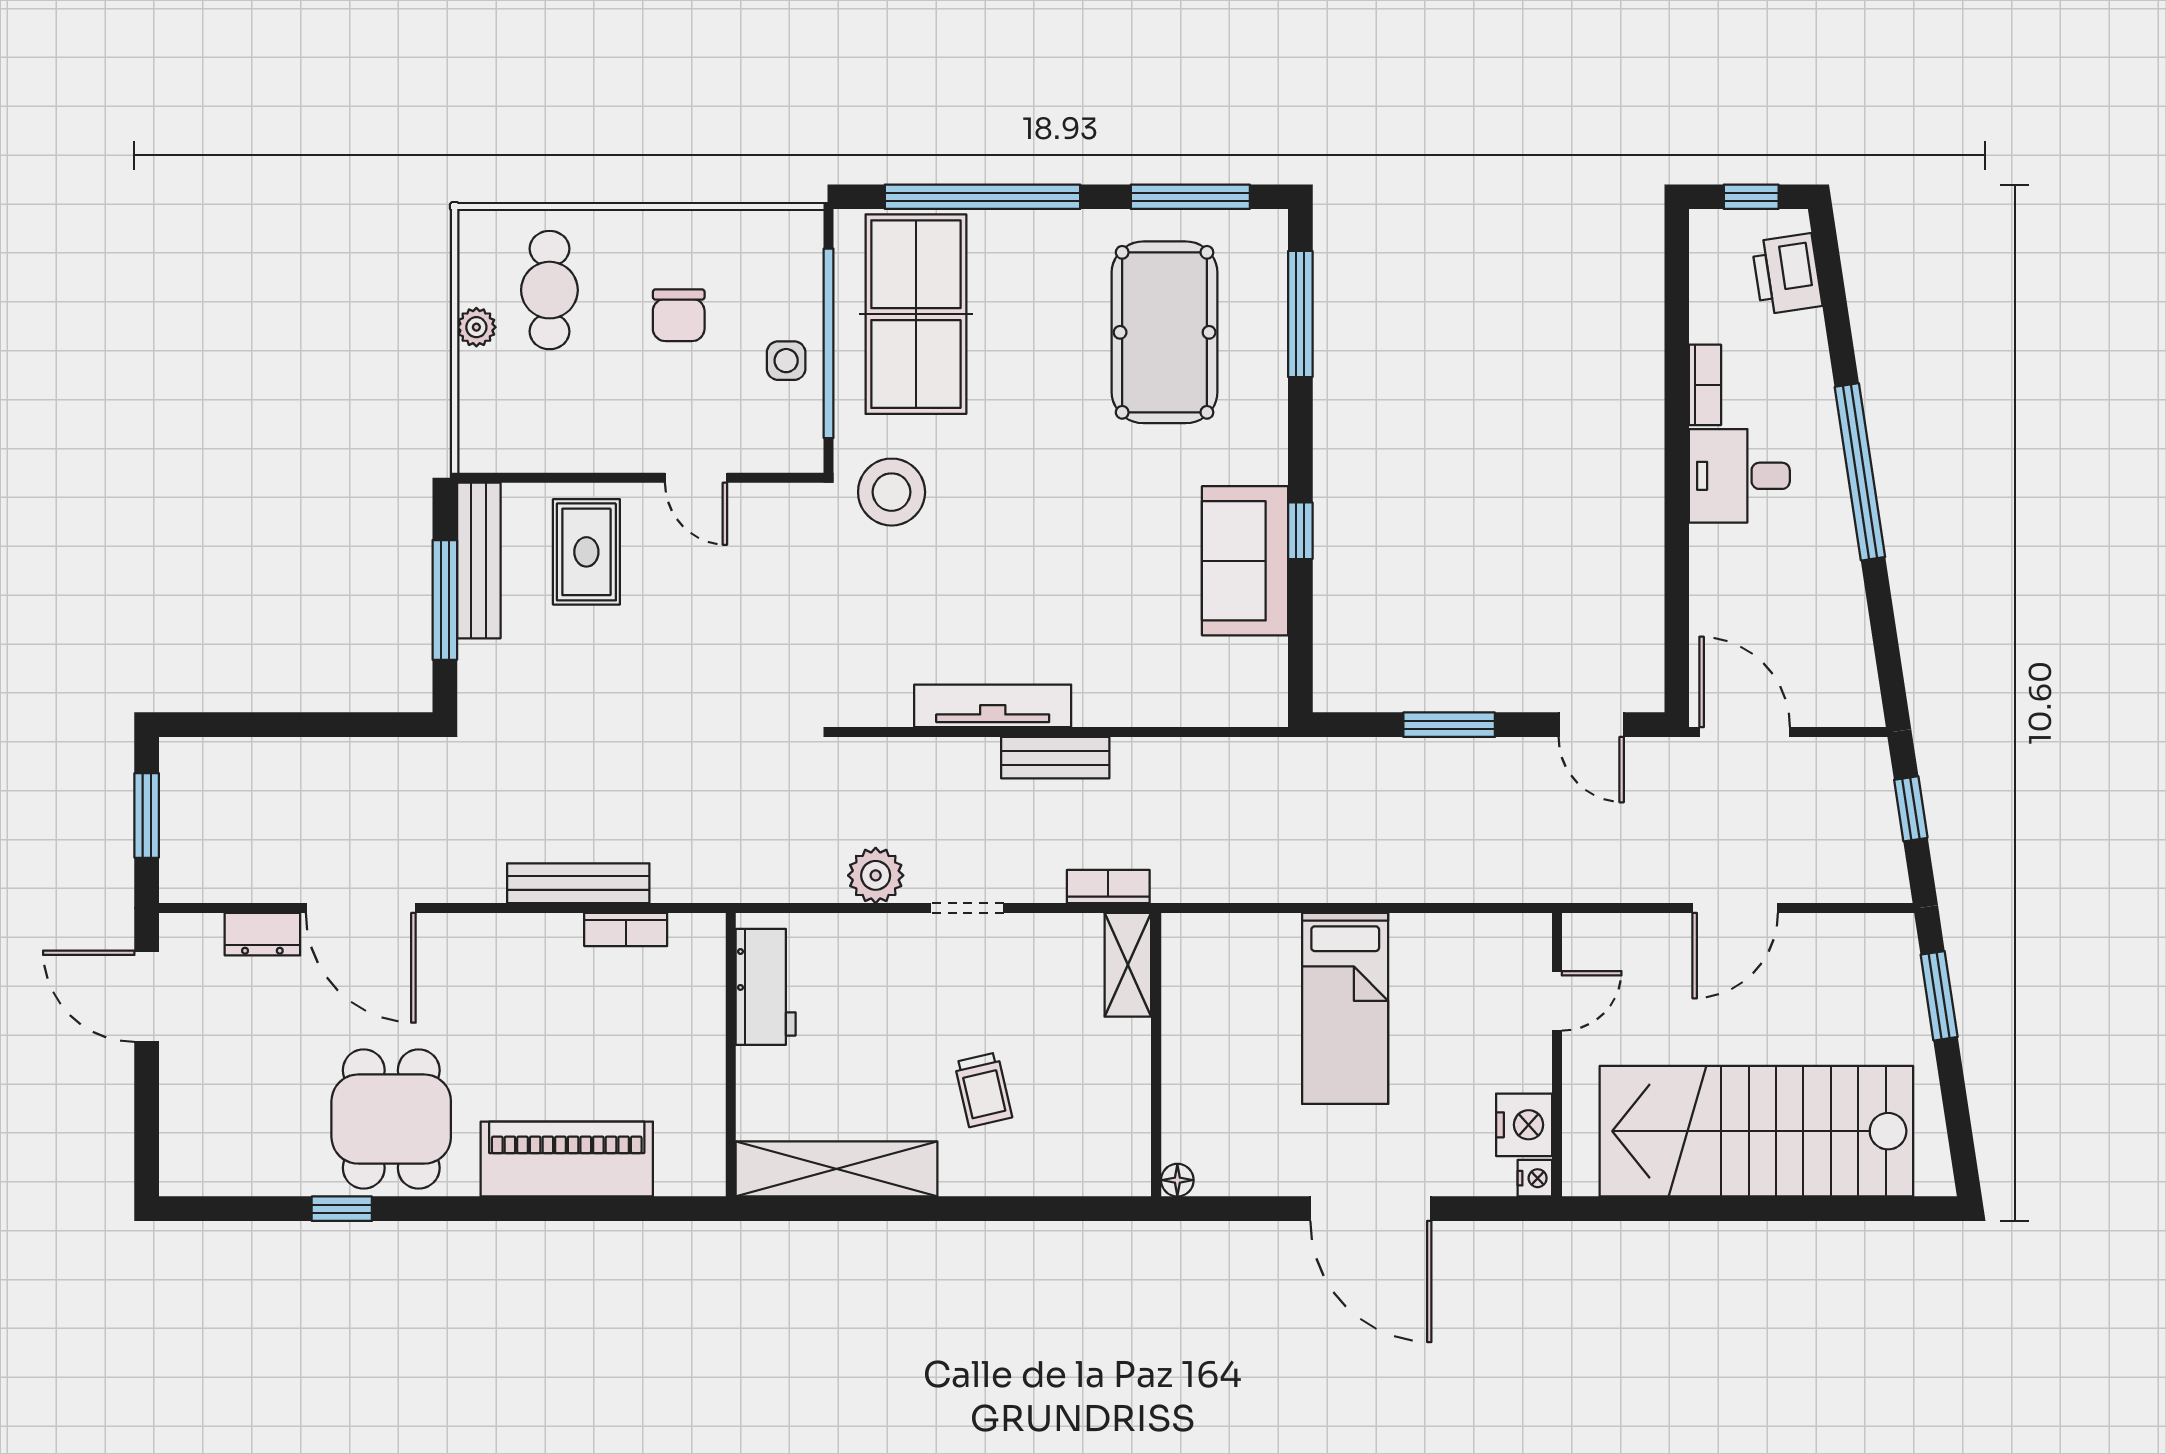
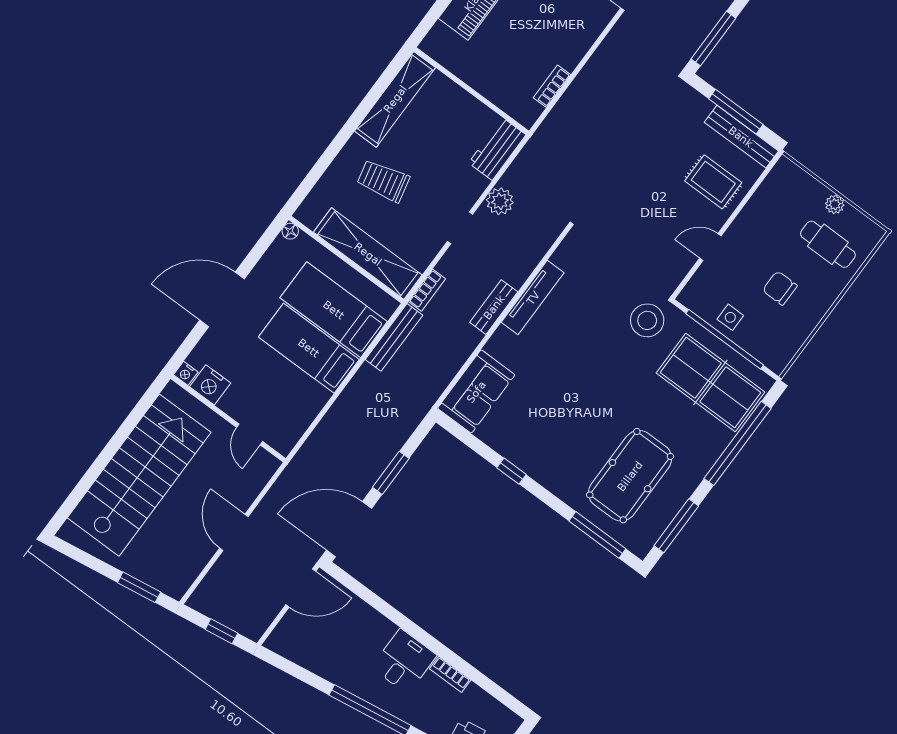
pool table: (1165, 332) -> (630, 476), turned 90
sofa: (1245, 561) -> (476, 392), moved, turned 90
window: (353, 725) -> (713, 39), added
door: (1591, 725) -> (349, 529), width x1.88
bench: (578, 883) -> (394, 337), moved
shelving: (1128, 965) -> (368, 254), width x2.20, depth x1.33
workbench: (766, 987) -> (497, 149), moved, turned 90
bed: (1253, 1015) -> (334, 310), added
trolley: (983, 1090) -> (383, 181), width x1.36, depth x1.39

